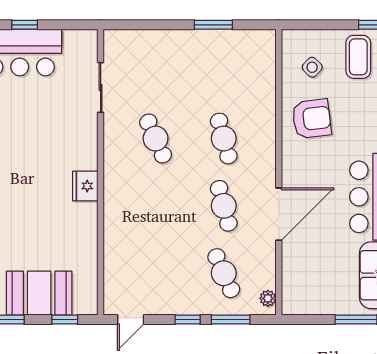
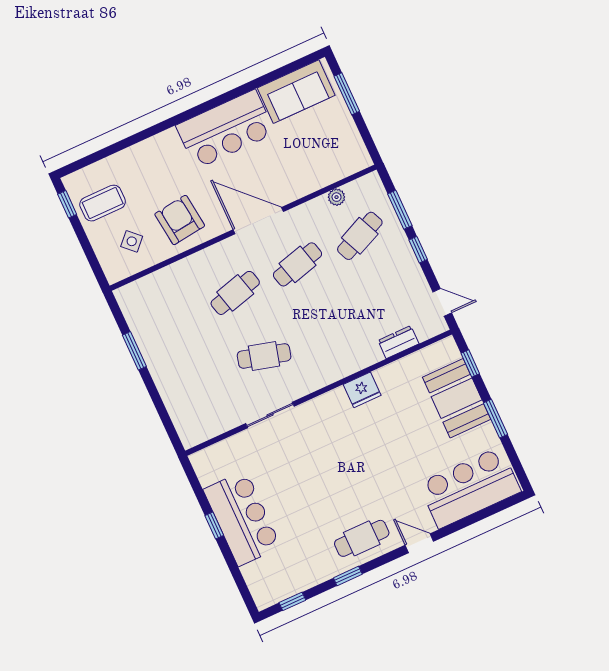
sliding door: (101, 87) -> (270, 415), moved
cafe table: (156, 139) -> (264, 356), turned 39
fridge: (85, 186) -> (362, 390), moved
door: (279, 214) -> (258, 221), moved
dresser: (113, 264) -> (398, 342), added
plant: (268, 298) -> (337, 197), moved

